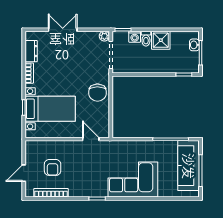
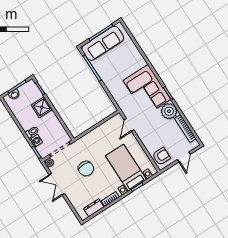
double door: (63, 30) -> (57, 184), moved
shower: (161, 40) -> (42, 107), moved
chair: (97, 93) -> (86, 169), moved, turned 90
armchair: (53, 167) -> (161, 156), moved
door: (24, 173) -> (184, 157), hinge flipped
corner sofa: (133, 180) -> (147, 90), moved
plant: (79, 188) -> (169, 111), added

